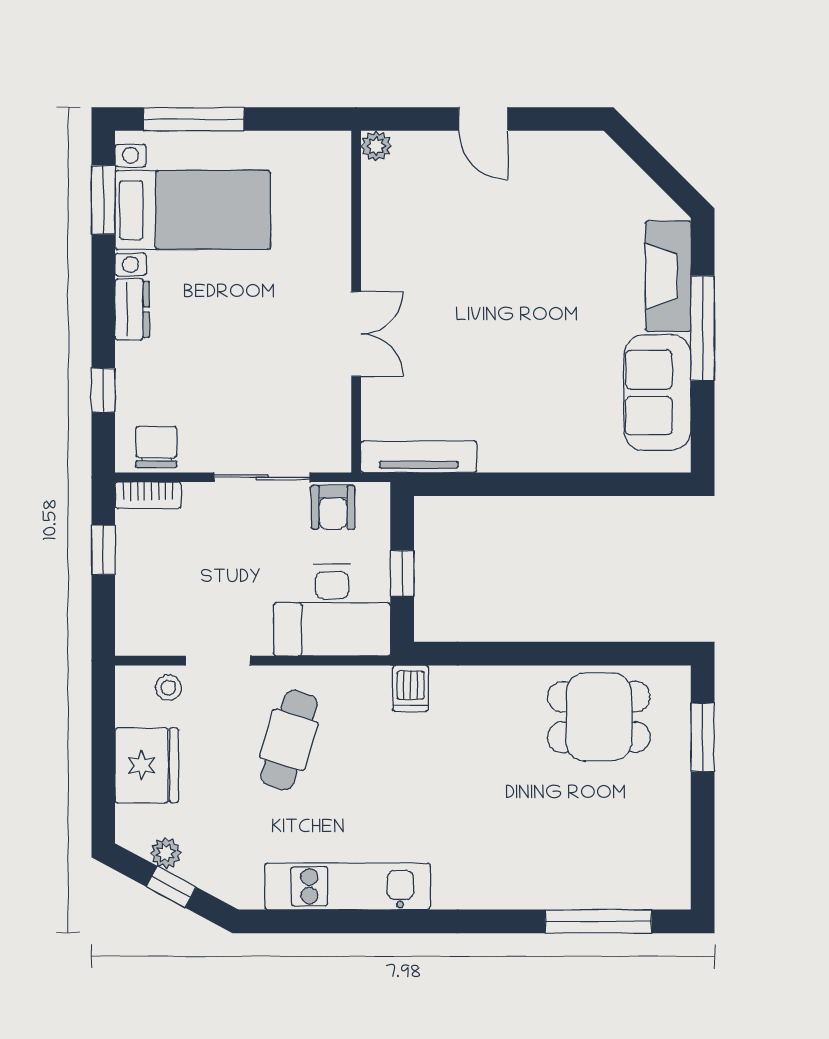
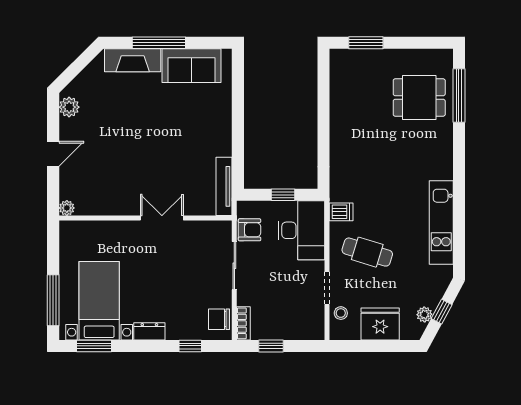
plant: (576, 151) -> (69, 107), added
dishwasher: (411, 688) -> (341, 212), moved
dining table: (599, 717) -> (419, 98), moved, turned 90

